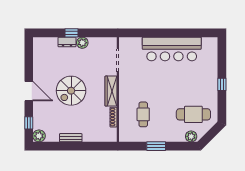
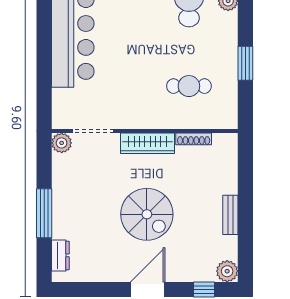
window: (72, 33) -> (44, 213), width x2.17
dresser: (67, 42) -> (60, 255), moved
plant: (82, 43) -> (62, 143), moved

